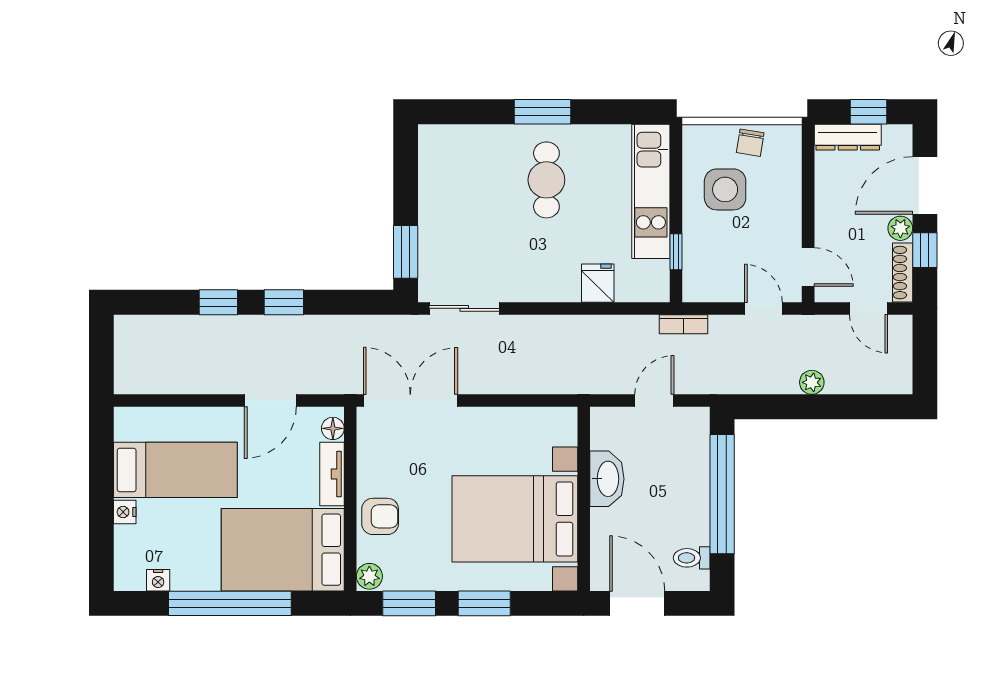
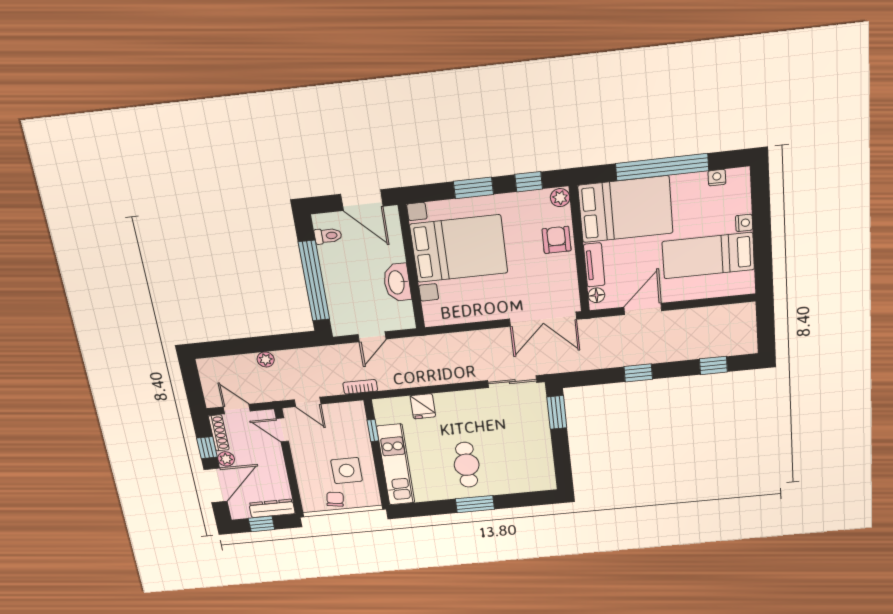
window: (218, 302) -> (713, 365), moved
armchair: (380, 516) -> (557, 240), turned 90
window: (409, 603) -> (529, 182), width x0.67

